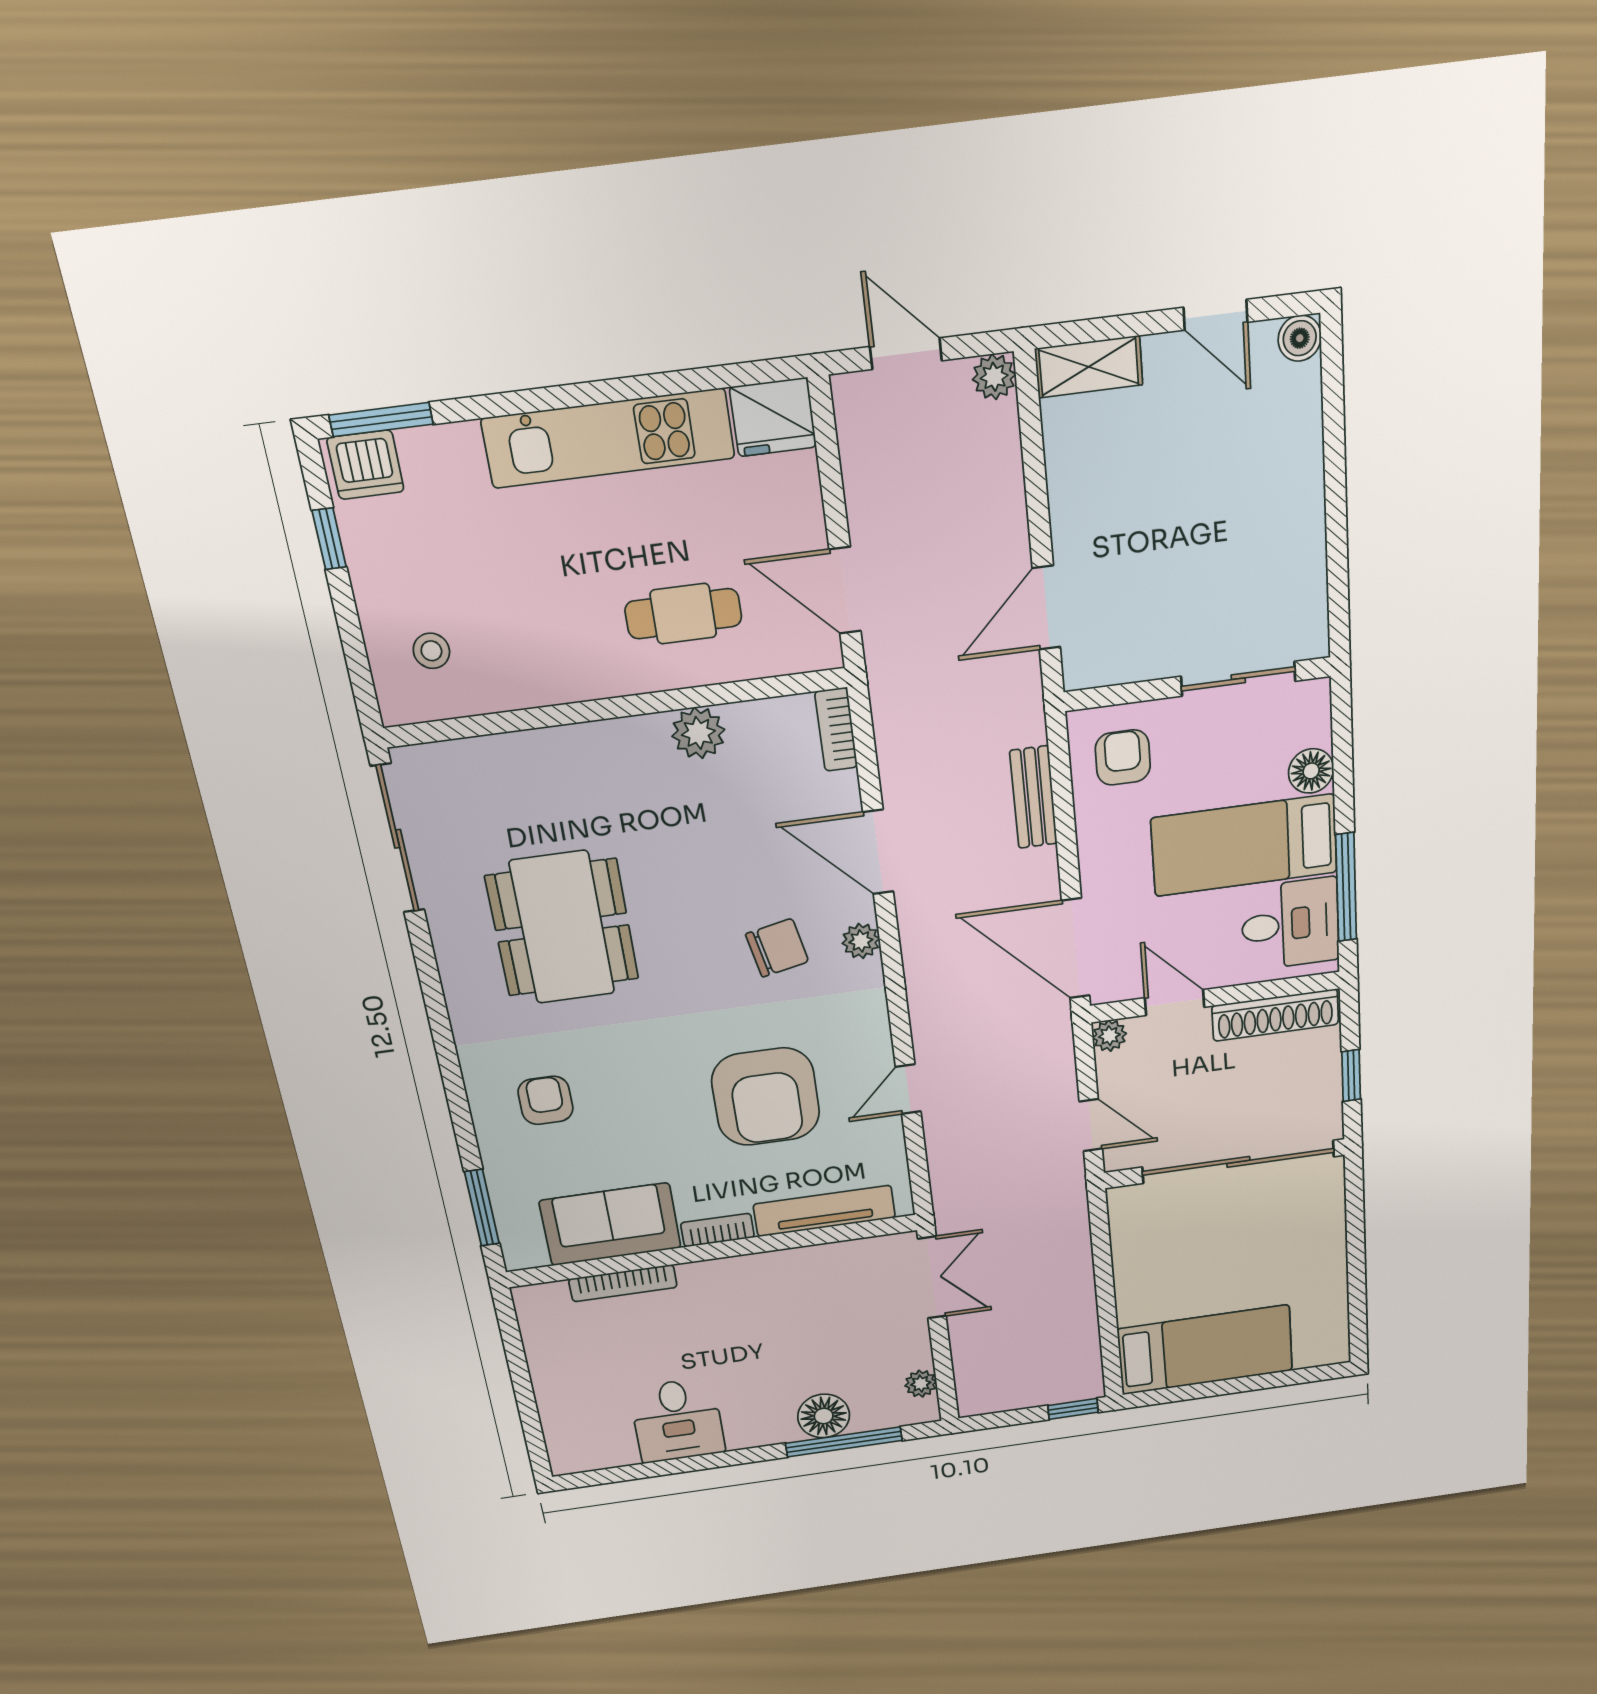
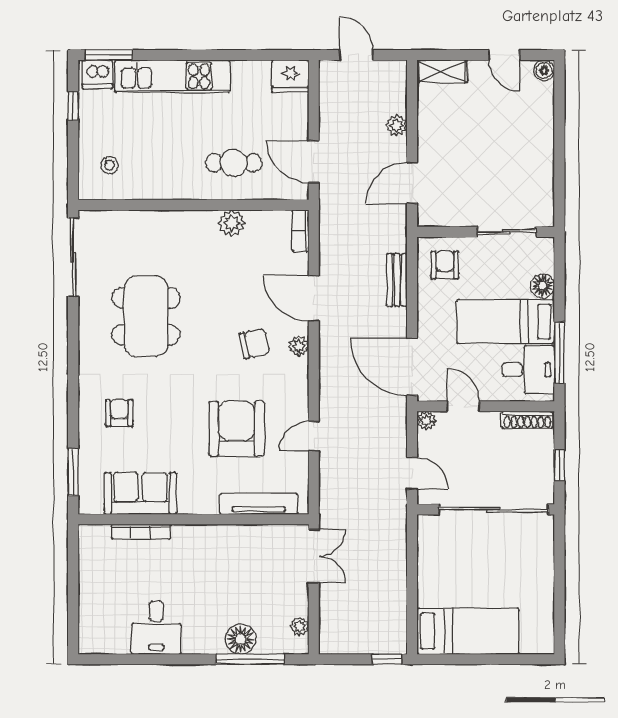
plant: (994, 377) -> (397, 125), moved
kitchen unit: (609, 438) -> (172, 76), moved
shoe rack: (1275, 1015) -> (527, 420), width x0.74, depth x0.81
armchair: (766, 1097) -> (236, 429), turned 180
bookcase: (717, 1230) -> (198, 506), removed

